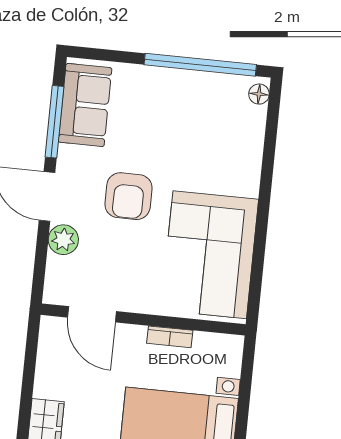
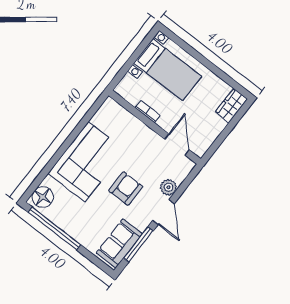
floor lamp: (259, 94) -> (43, 197), width x1.89, depth x1.89
corner sofa: (210, 255) -> (87, 162), moved

